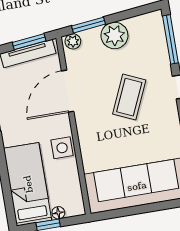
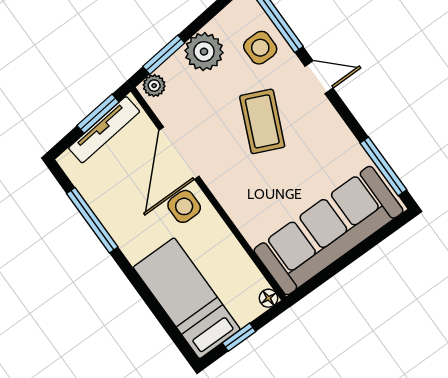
side table: (151, 50) -> (260, 48), added
side table: (62, 148) -> (184, 206), moved
floor lamp: (58, 213) -> (268, 298), moved

